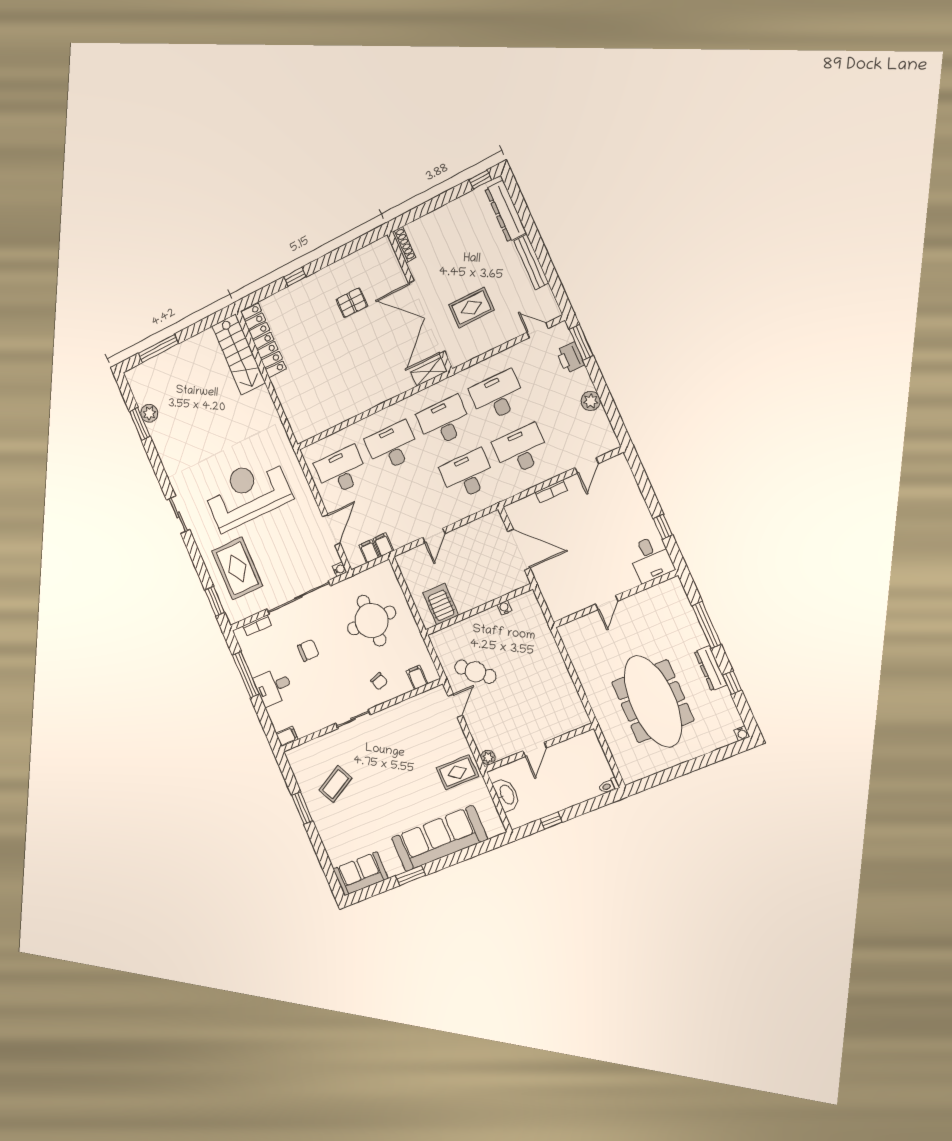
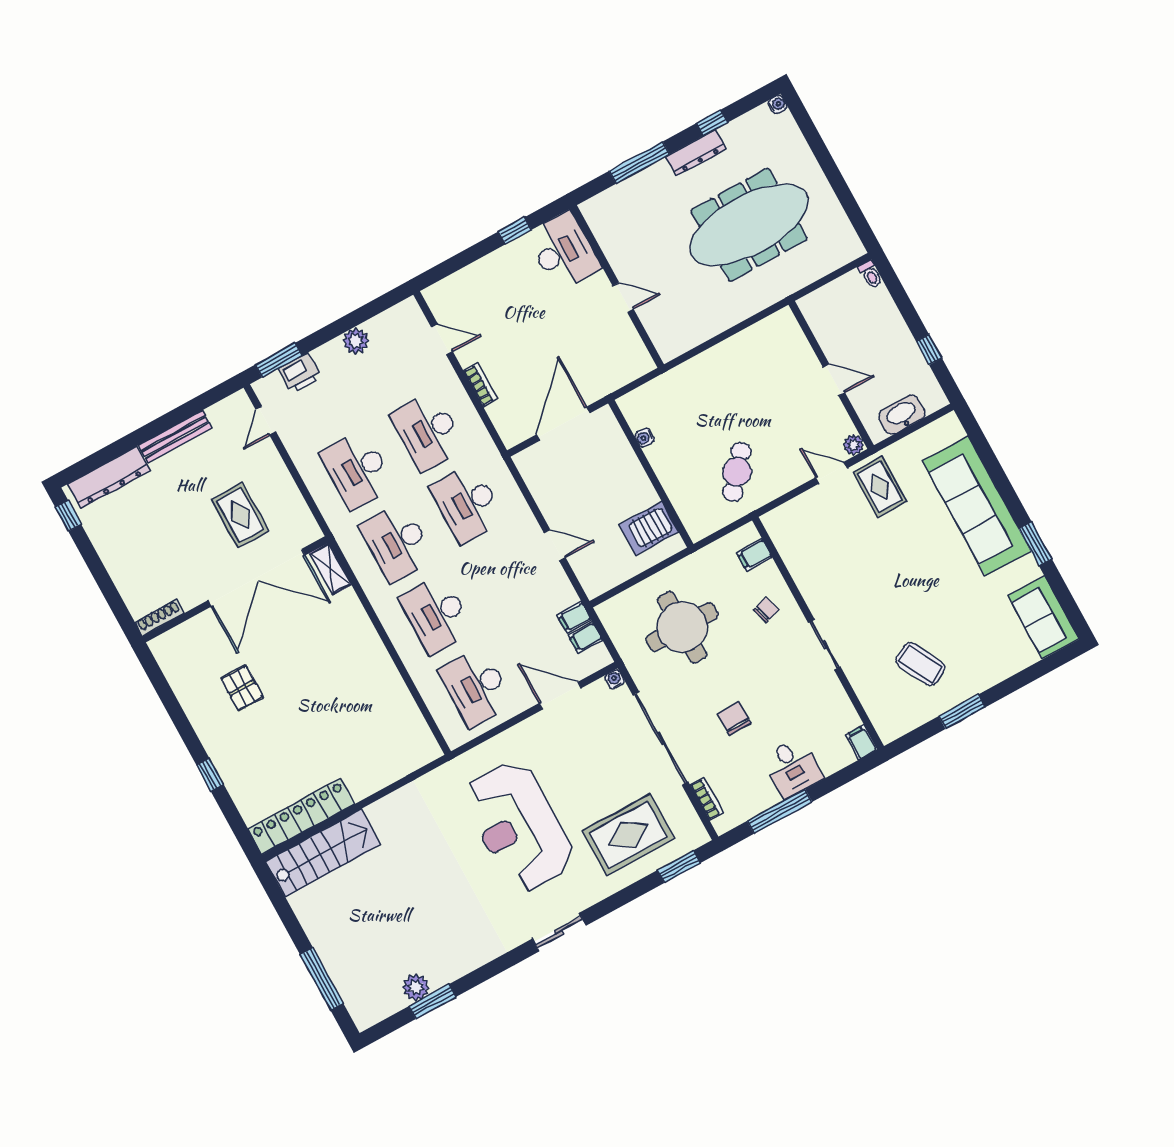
desk: (651, 559) -> (563, 251), width x1.37
door: (455, 706) -> (831, 473), moved

